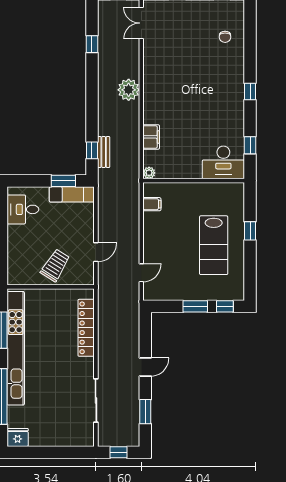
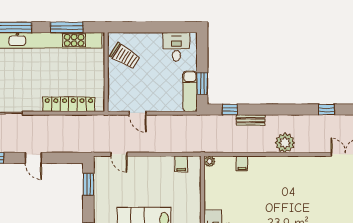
filing cabinet: (151, 137) -> (242, 163), width x0.50
bench: (104, 152) -> (251, 120), moved
trolley: (55, 265) -> (125, 56), moved
window: (195, 306) -> (88, 184), moved

